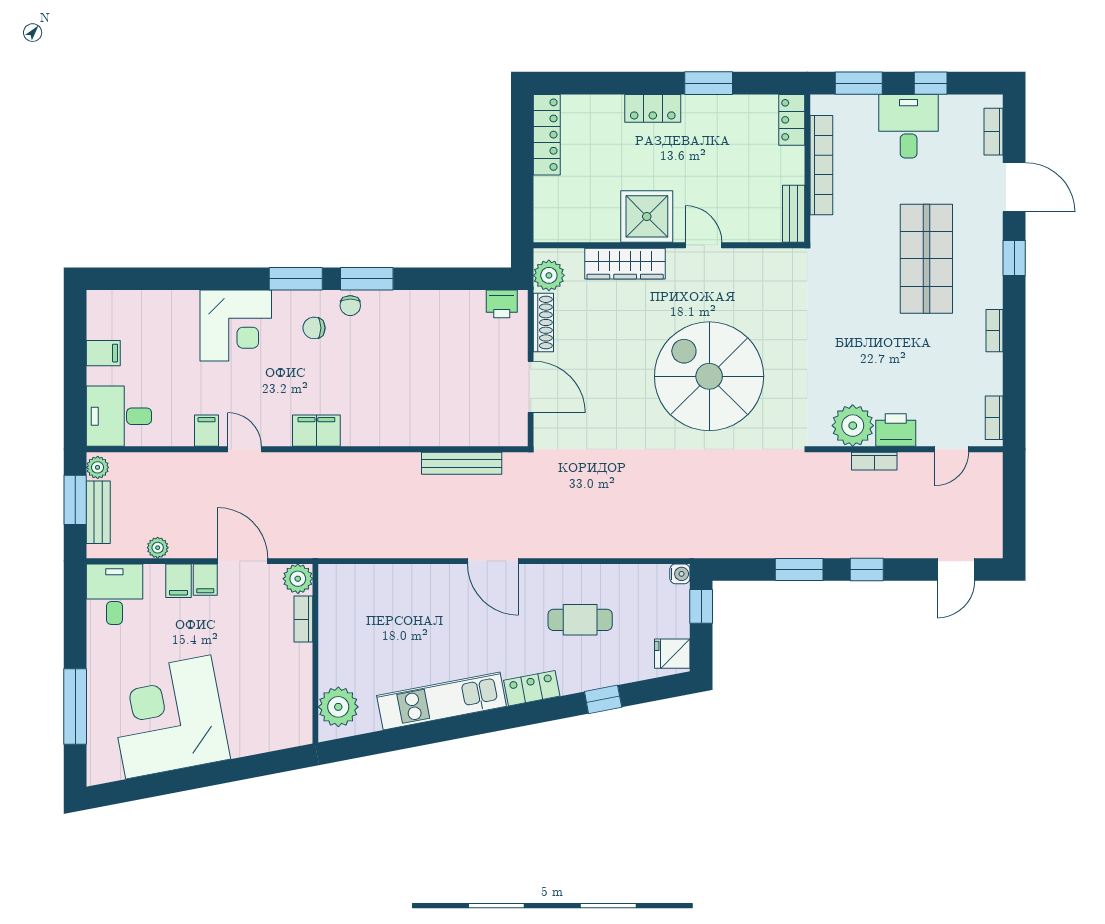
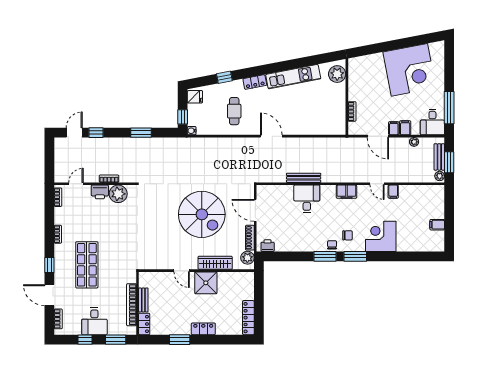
bench: (794, 214) -> (143, 300), moved
spiral stairs: (709, 376) -> (202, 214), moved
desk: (119, 416) -> (307, 199), moved, turned -90
bench: (462, 463) -> (304, 178), moved
window: (867, 569) -> (96, 133), moved
plant: (298, 579) -> (354, 129), removed
cafe table: (580, 620) -> (234, 111), turned 90
window: (75, 706) -> (449, 108), moved

